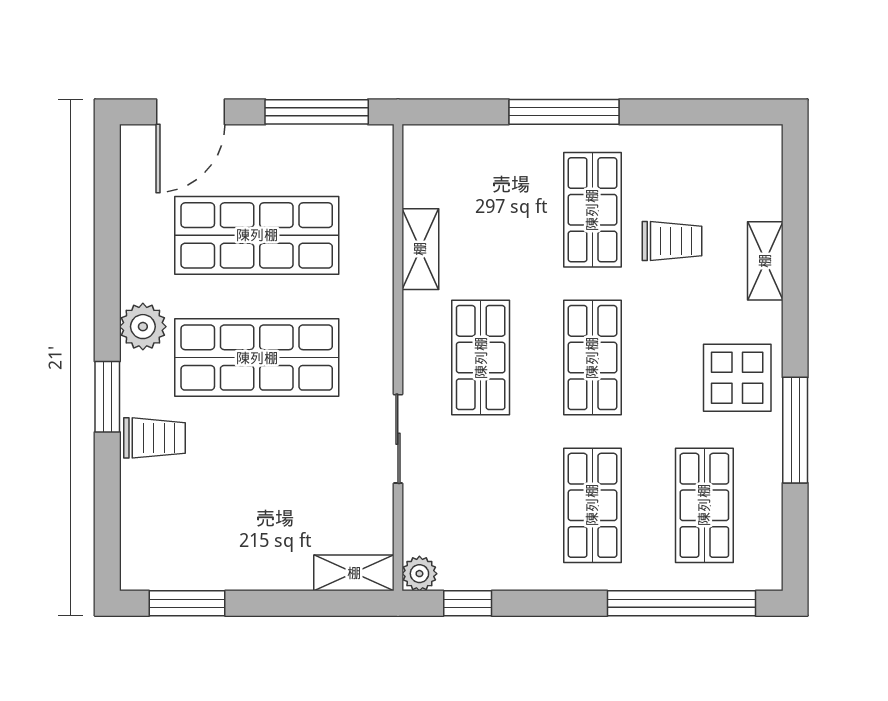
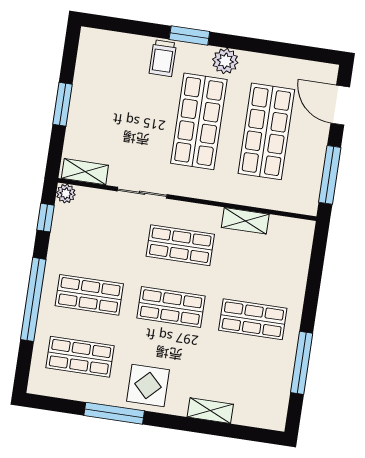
window: (564, 112) -> (302, 363), moved
trolley: (672, 241) -> (229, 361), removed
shelving: (354, 573) -> (85, 172), moved, turned 90
window: (187, 603) -> (62, 104), moved
window: (682, 603) -> (33, 299), moved

